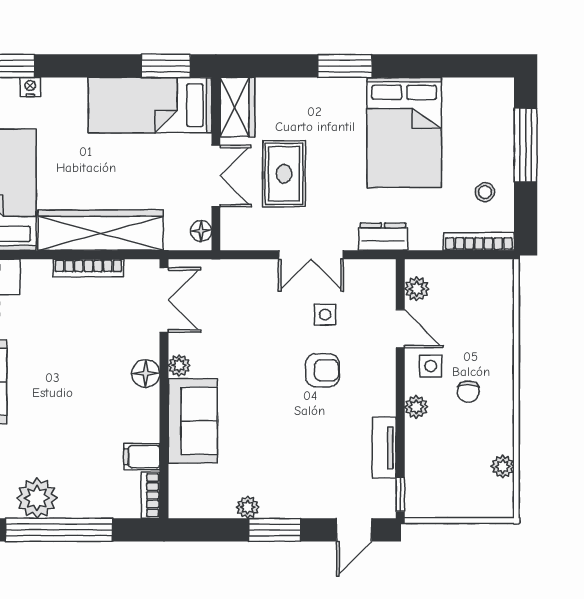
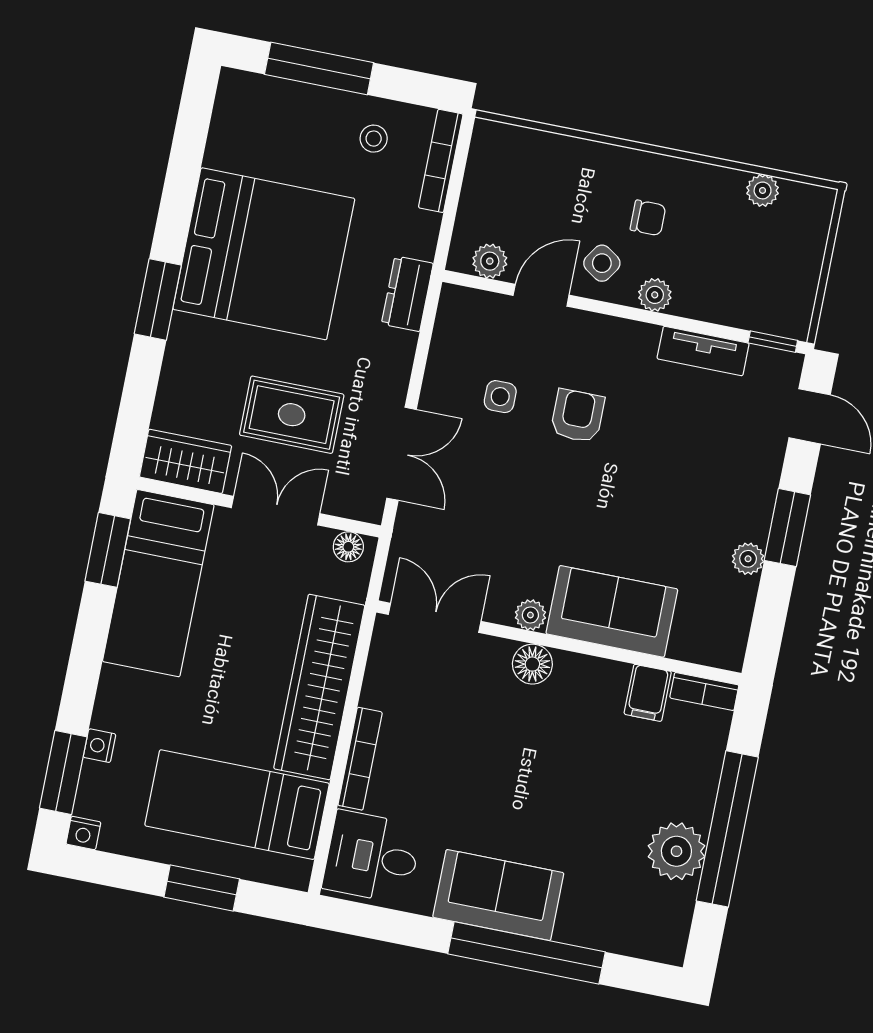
bed: (404, 133) -> (264, 254), width x1.36
double door: (311, 255) -> (402, 454), moved
bookcase: (88, 268) -> (360, 759), moved
side table: (431, 366) -> (602, 263), turned 34

